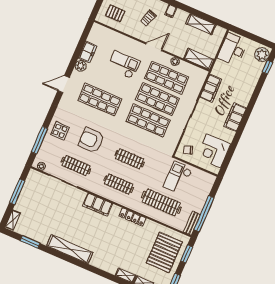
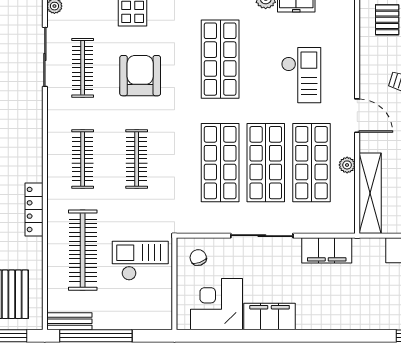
shelving: (199, 59) -> (370, 193), width x1.47
filing cabinet: (235, 117) -> (270, 317), moved
filing cabinet: (98, 205) -> (29, 137), removed

